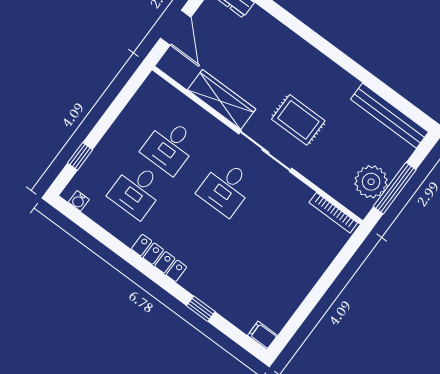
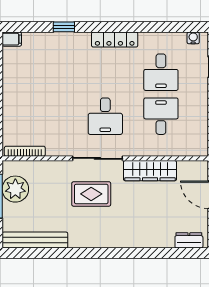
desk: (226, 188) -> (105, 116), turned 180
desk: (137, 190) -> (161, 72), turned 180

